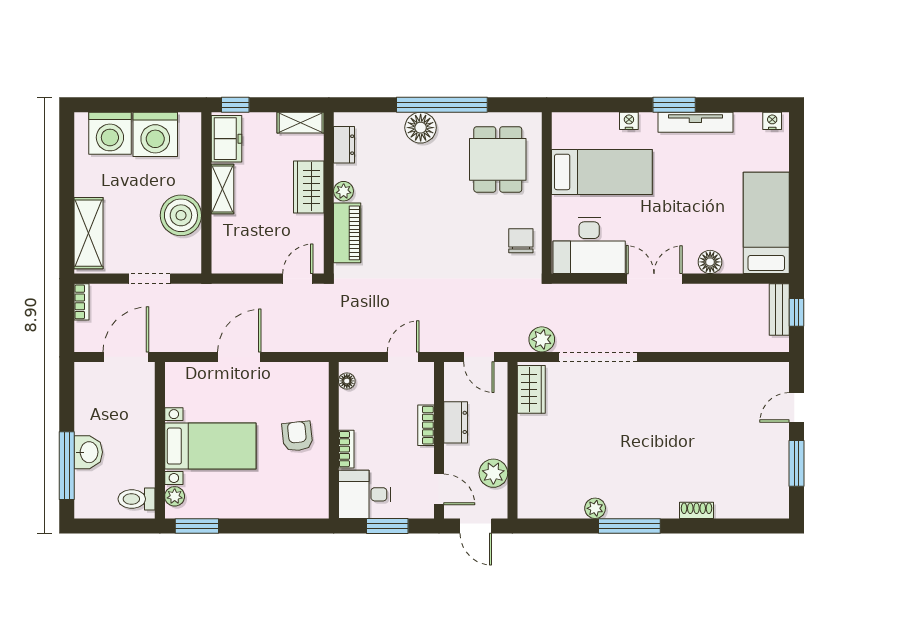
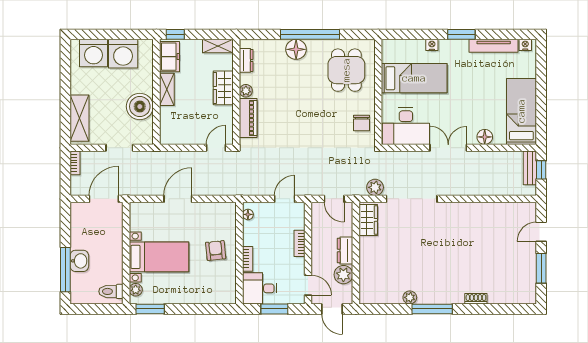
tv unit: (695, 122) -> (494, 46), moved
chair: (521, 241) -> (361, 123), turned 180
dresser: (456, 422) -> (345, 250), moved, turned 180

